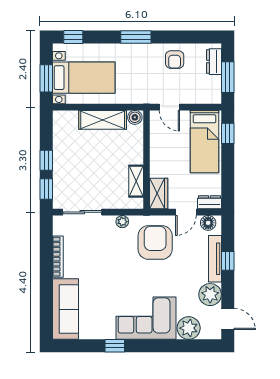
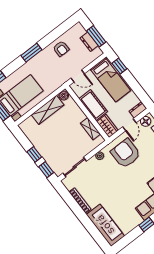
dresser: (214, 62) -> (89, 42), moved
cot: (161, 156) -> (93, 105), added

